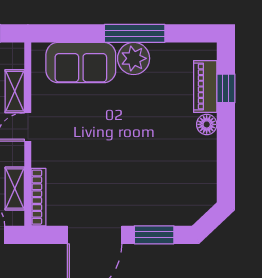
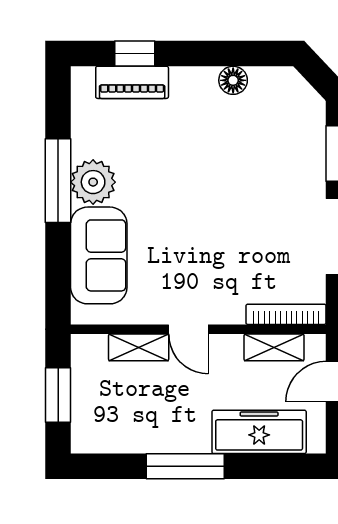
floor lamp: (207, 124) -> (233, 80), moved

